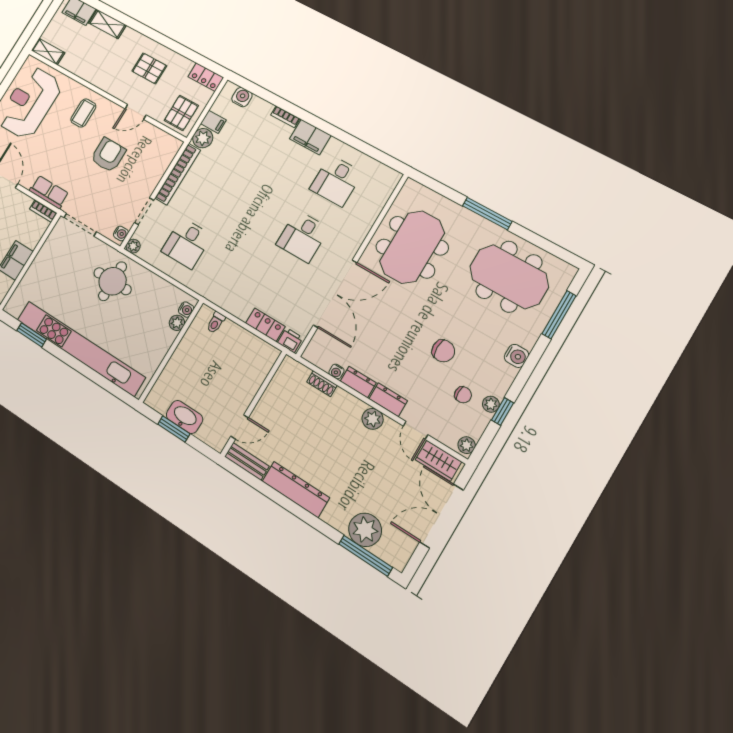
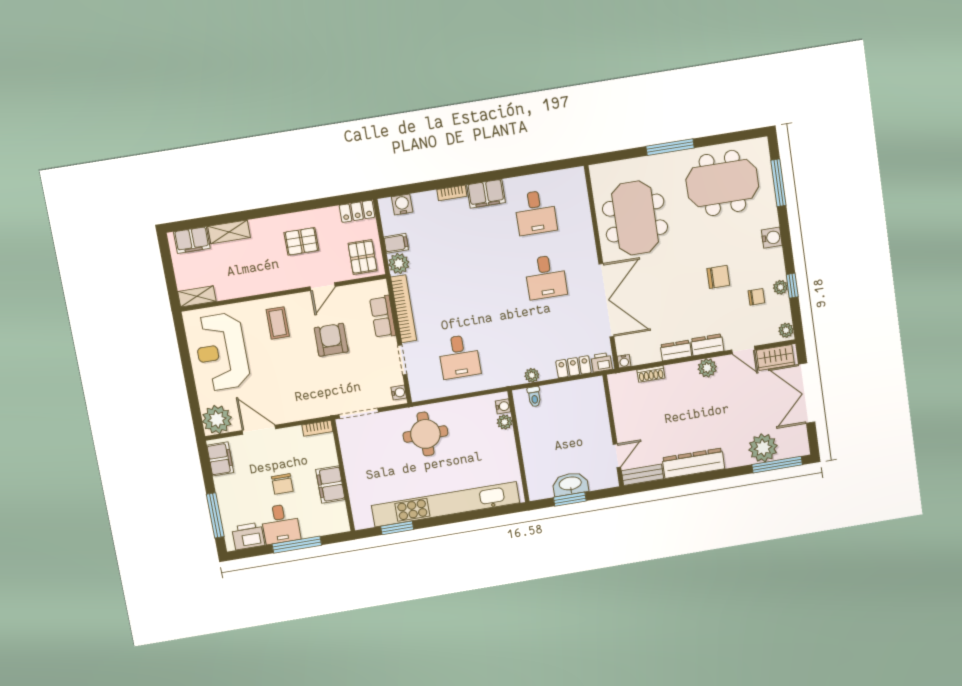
row of seats: (49, 192) -> (383, 317), moved, turned -90
plant: (133, 246) -> (532, 375), moved
water cooler: (336, 372) -> (624, 361), moved

